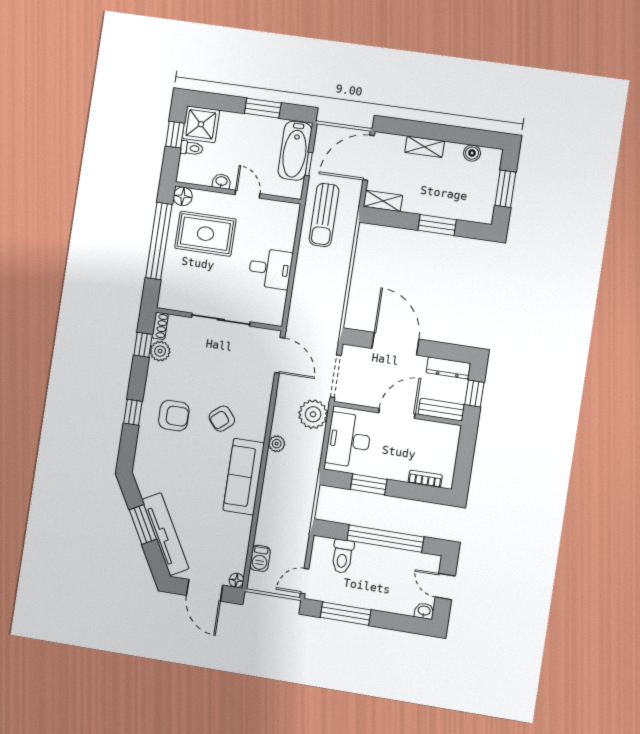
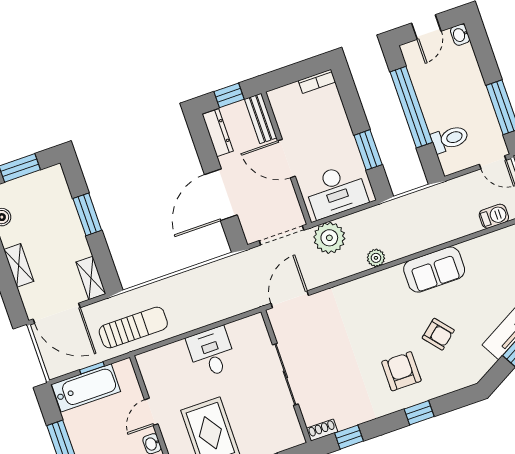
plant: (160, 351) -> (346, 417), removed
armchair: (222, 419) -> (438, 334), moved
sofa: (244, 477) -> (434, 269), width x0.73
bookcase: (425, 479) -> (317, 81), moved, turned -90

